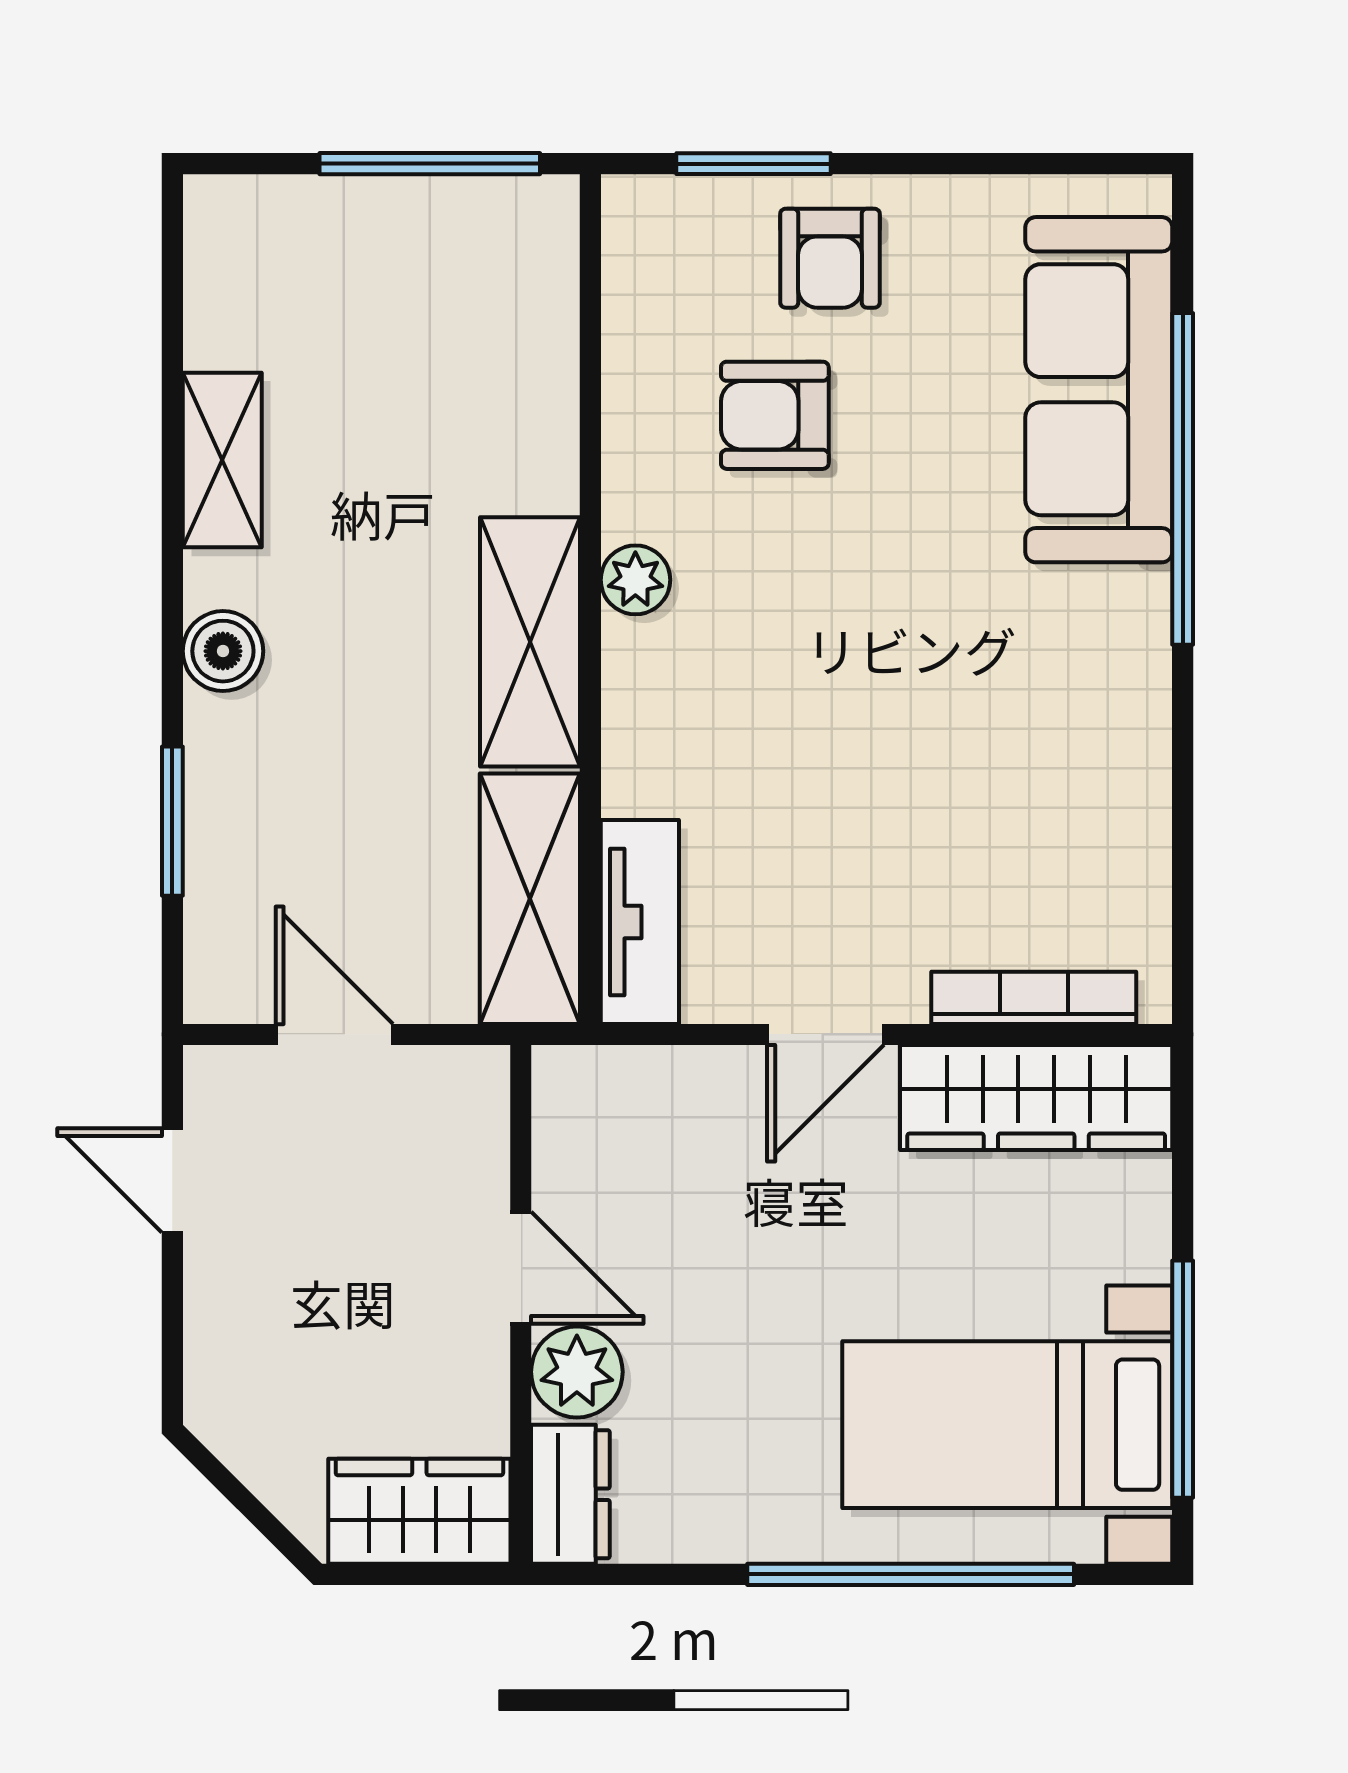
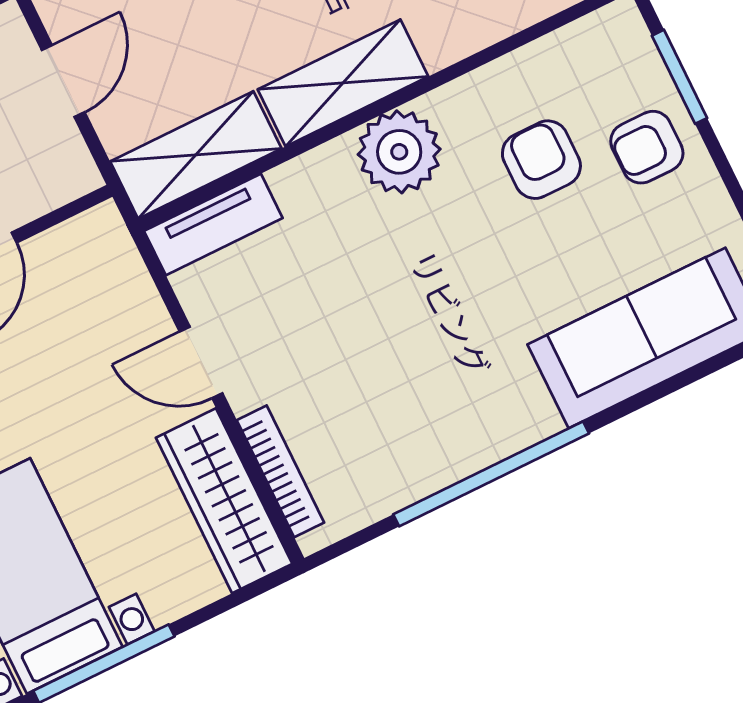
window: (1183, 479) -> (491, 474), moved
plant: (635, 580) -> (399, 152), width x1.88, depth x1.88

